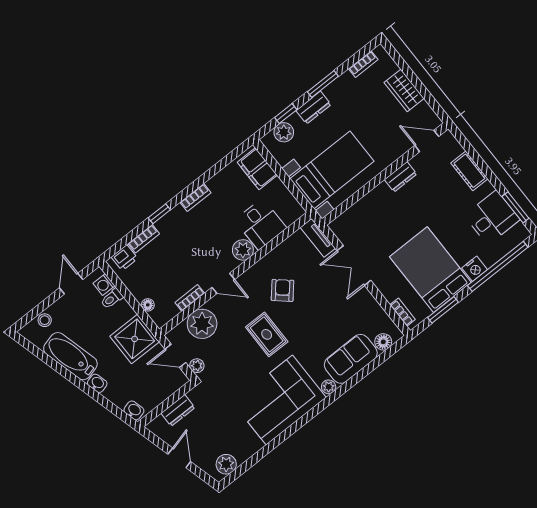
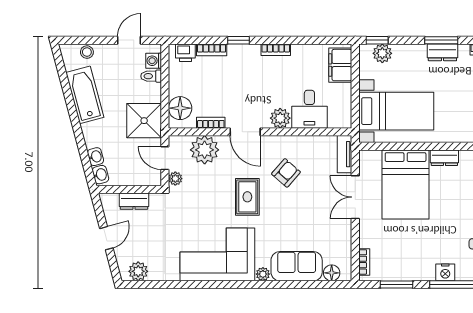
dresser: (313, 108) -> (442, 52), moved
window: (286, 114) -> (377, 40), moved
bed: (430, 270) -> (406, 184), moved, turned 180
door: (223, 283) -> (245, 132), width x1.38
floor lamp: (148, 305) -> (180, 108), width x1.89, depth x1.89
washbasin: (97, 383) -> (95, 157), moved

